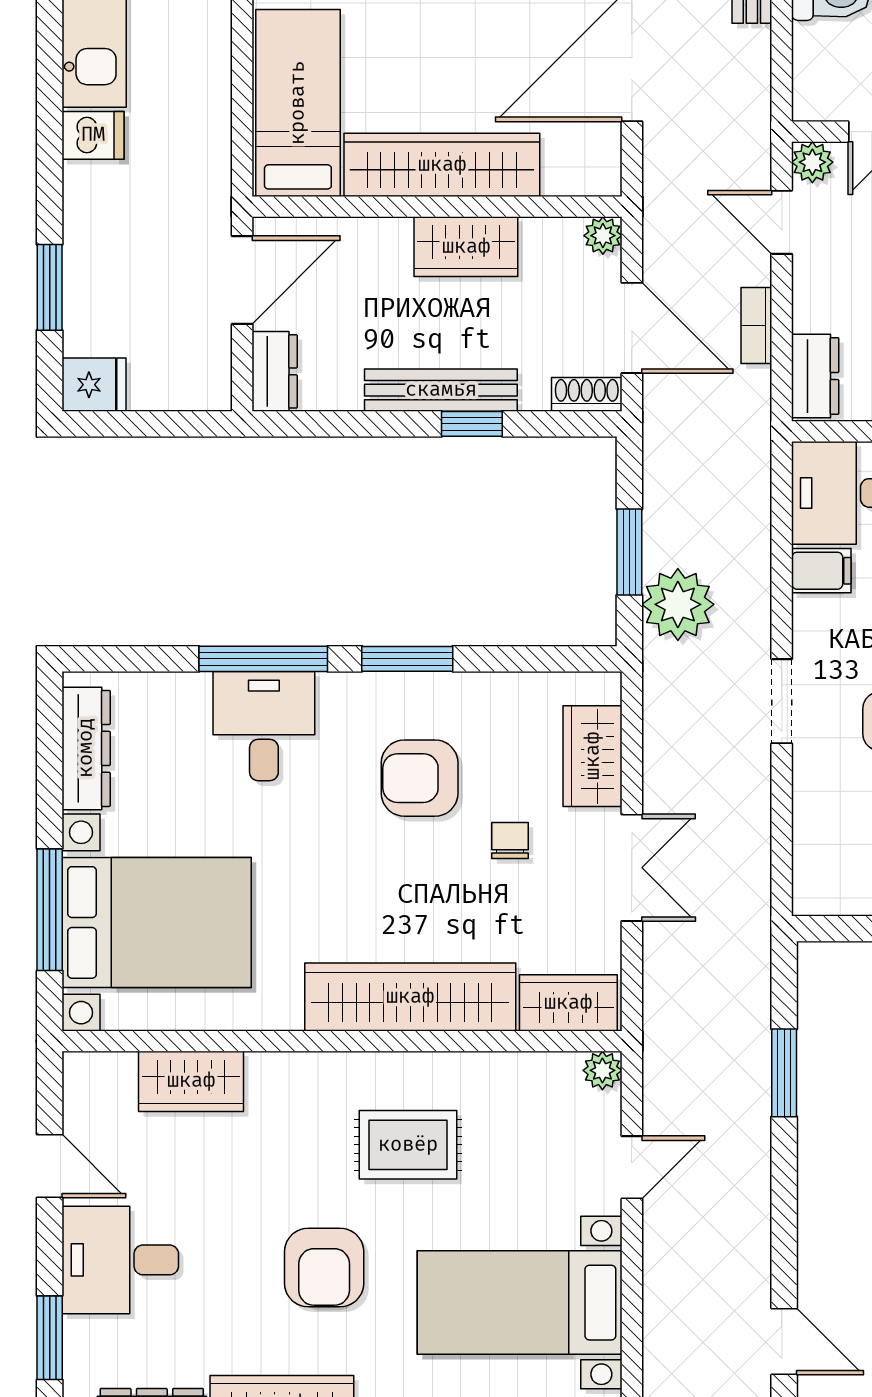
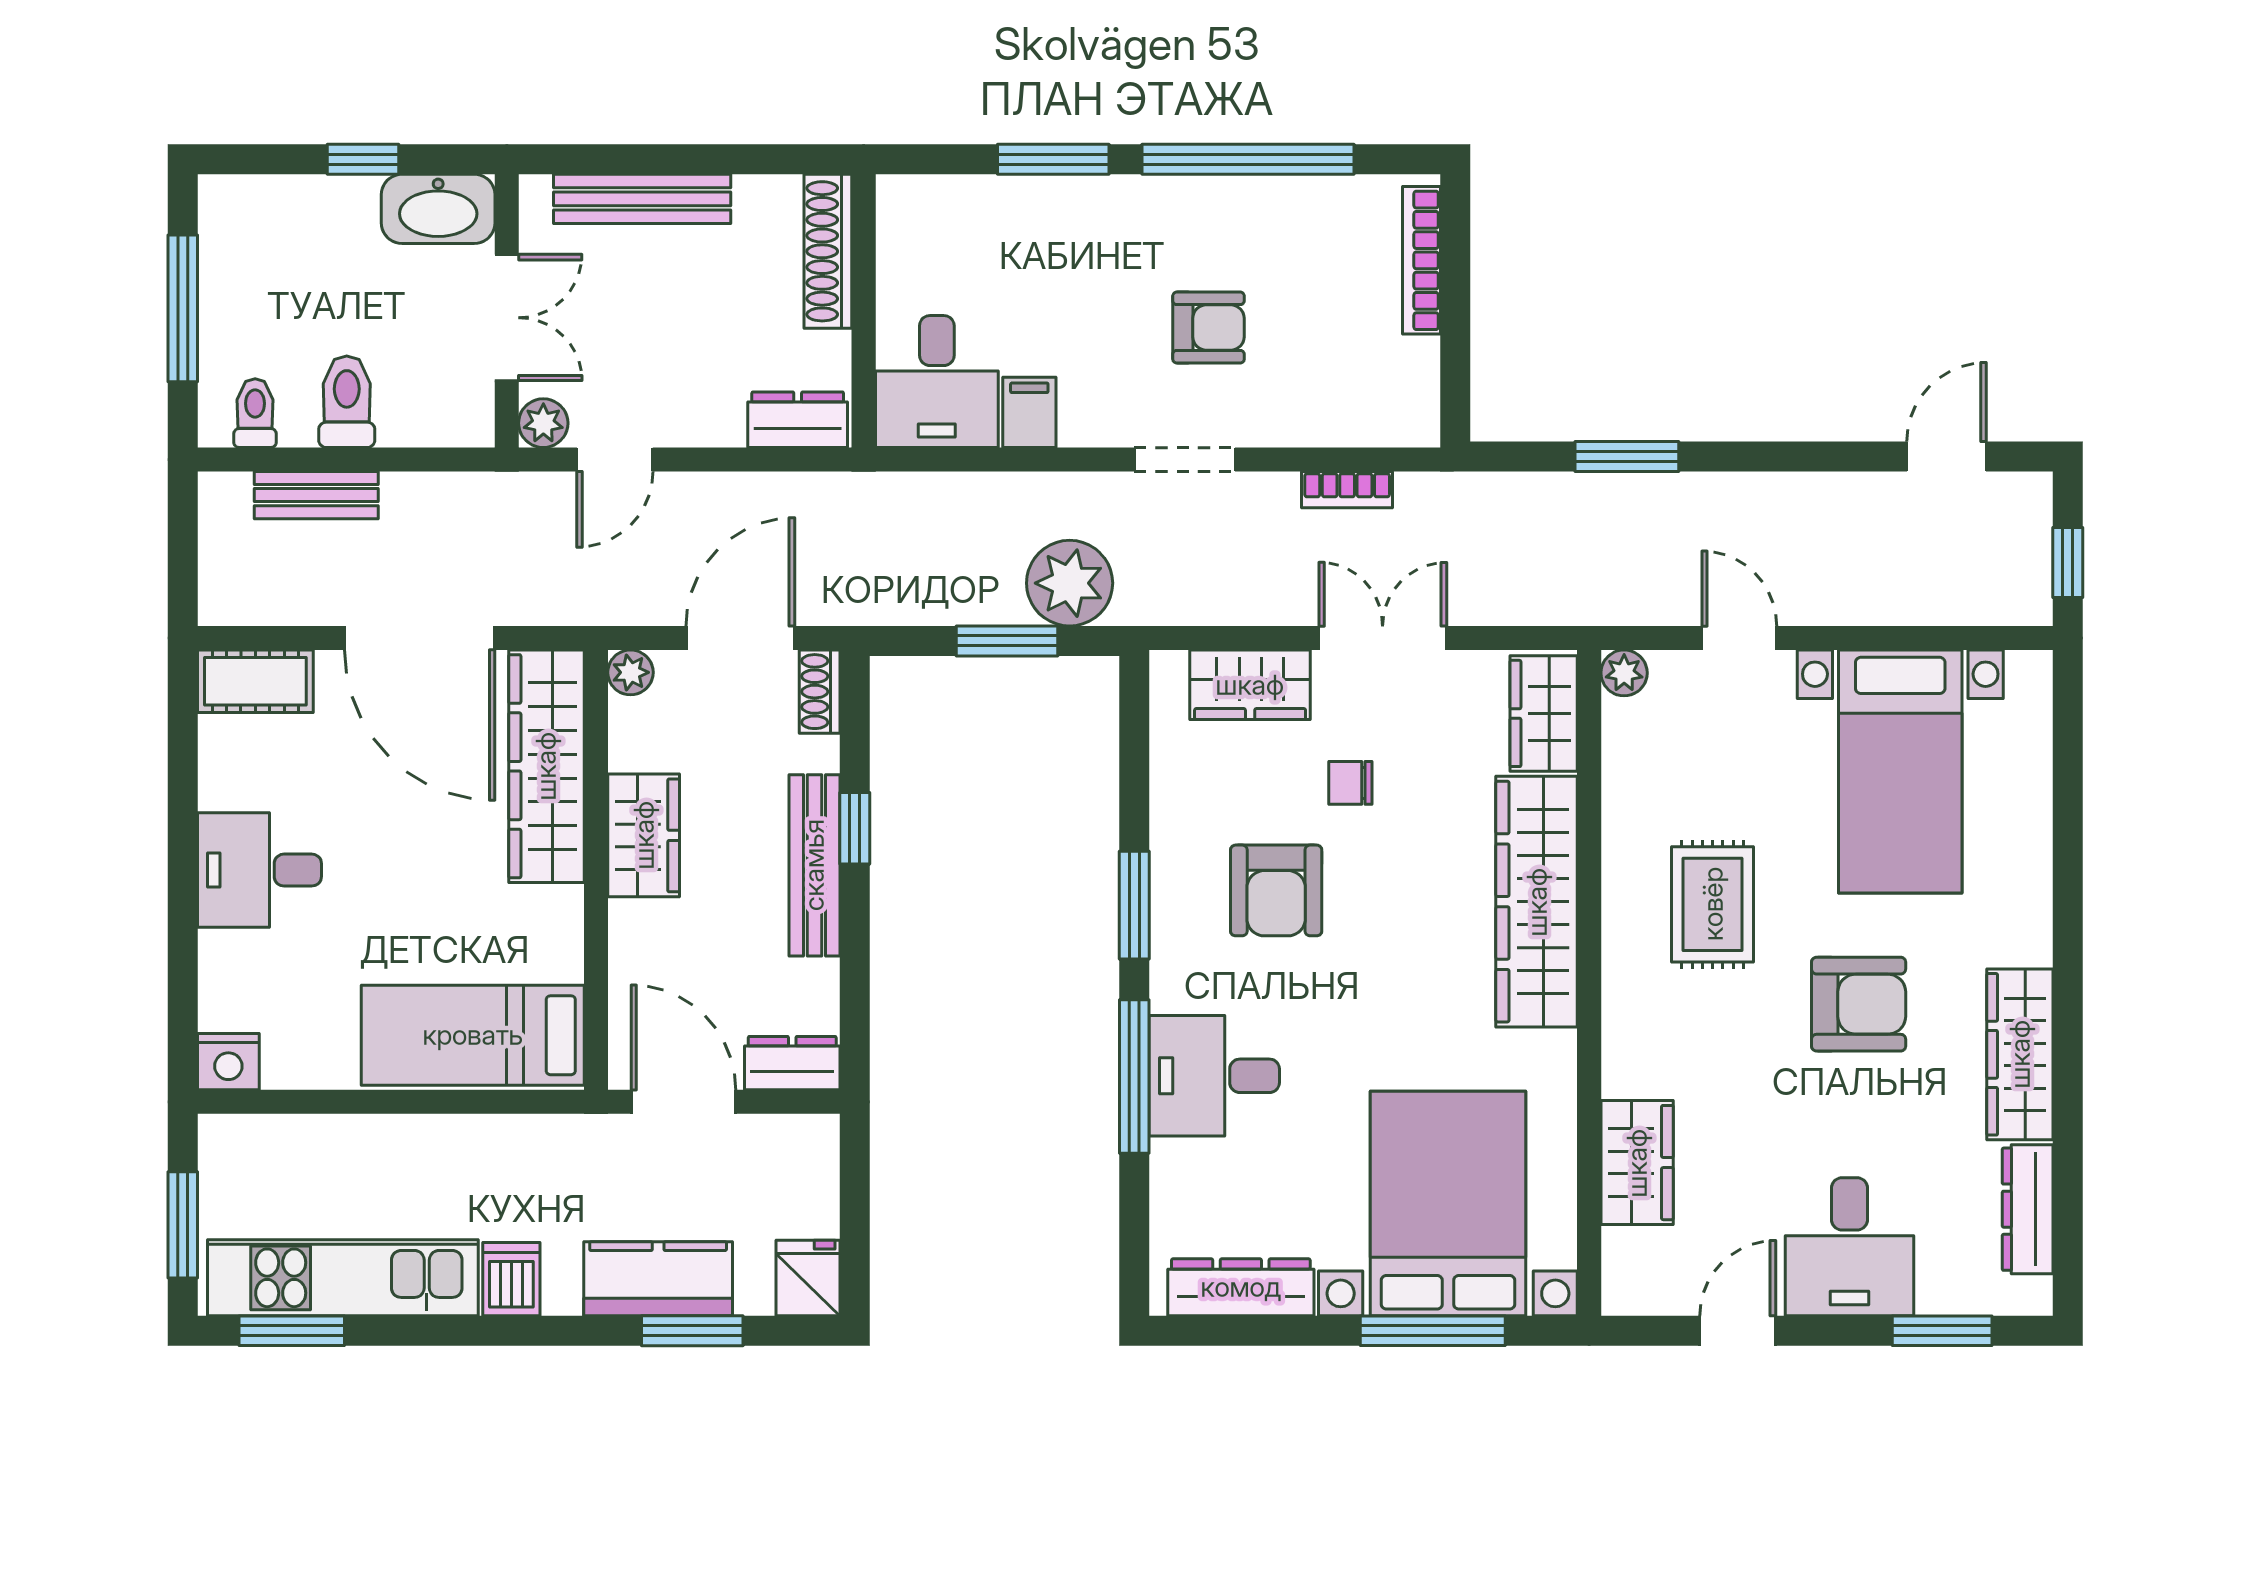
wardrobe: (442, 165) -> (546, 766), moved
kitchen counter: (93, 259) -> (658, 1279), added
bookcase: (756, 326) -> (1347, 490), moved

